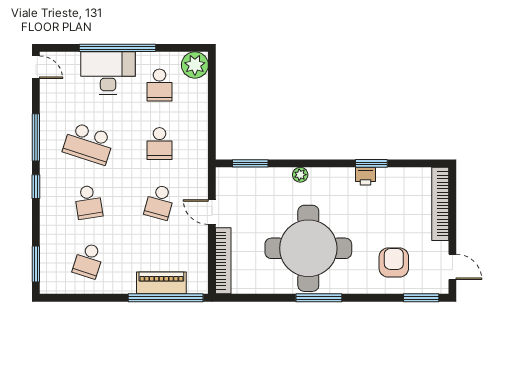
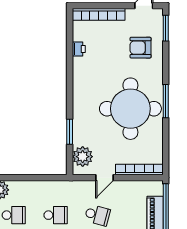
window: (250, 163) -> (70, 132), moved
window: (371, 163) -> (70, 64), removed
plant: (300, 175) -> (83, 157), moved, width x1.87, depth x1.87
printer: (366, 176) -> (79, 49), moved

